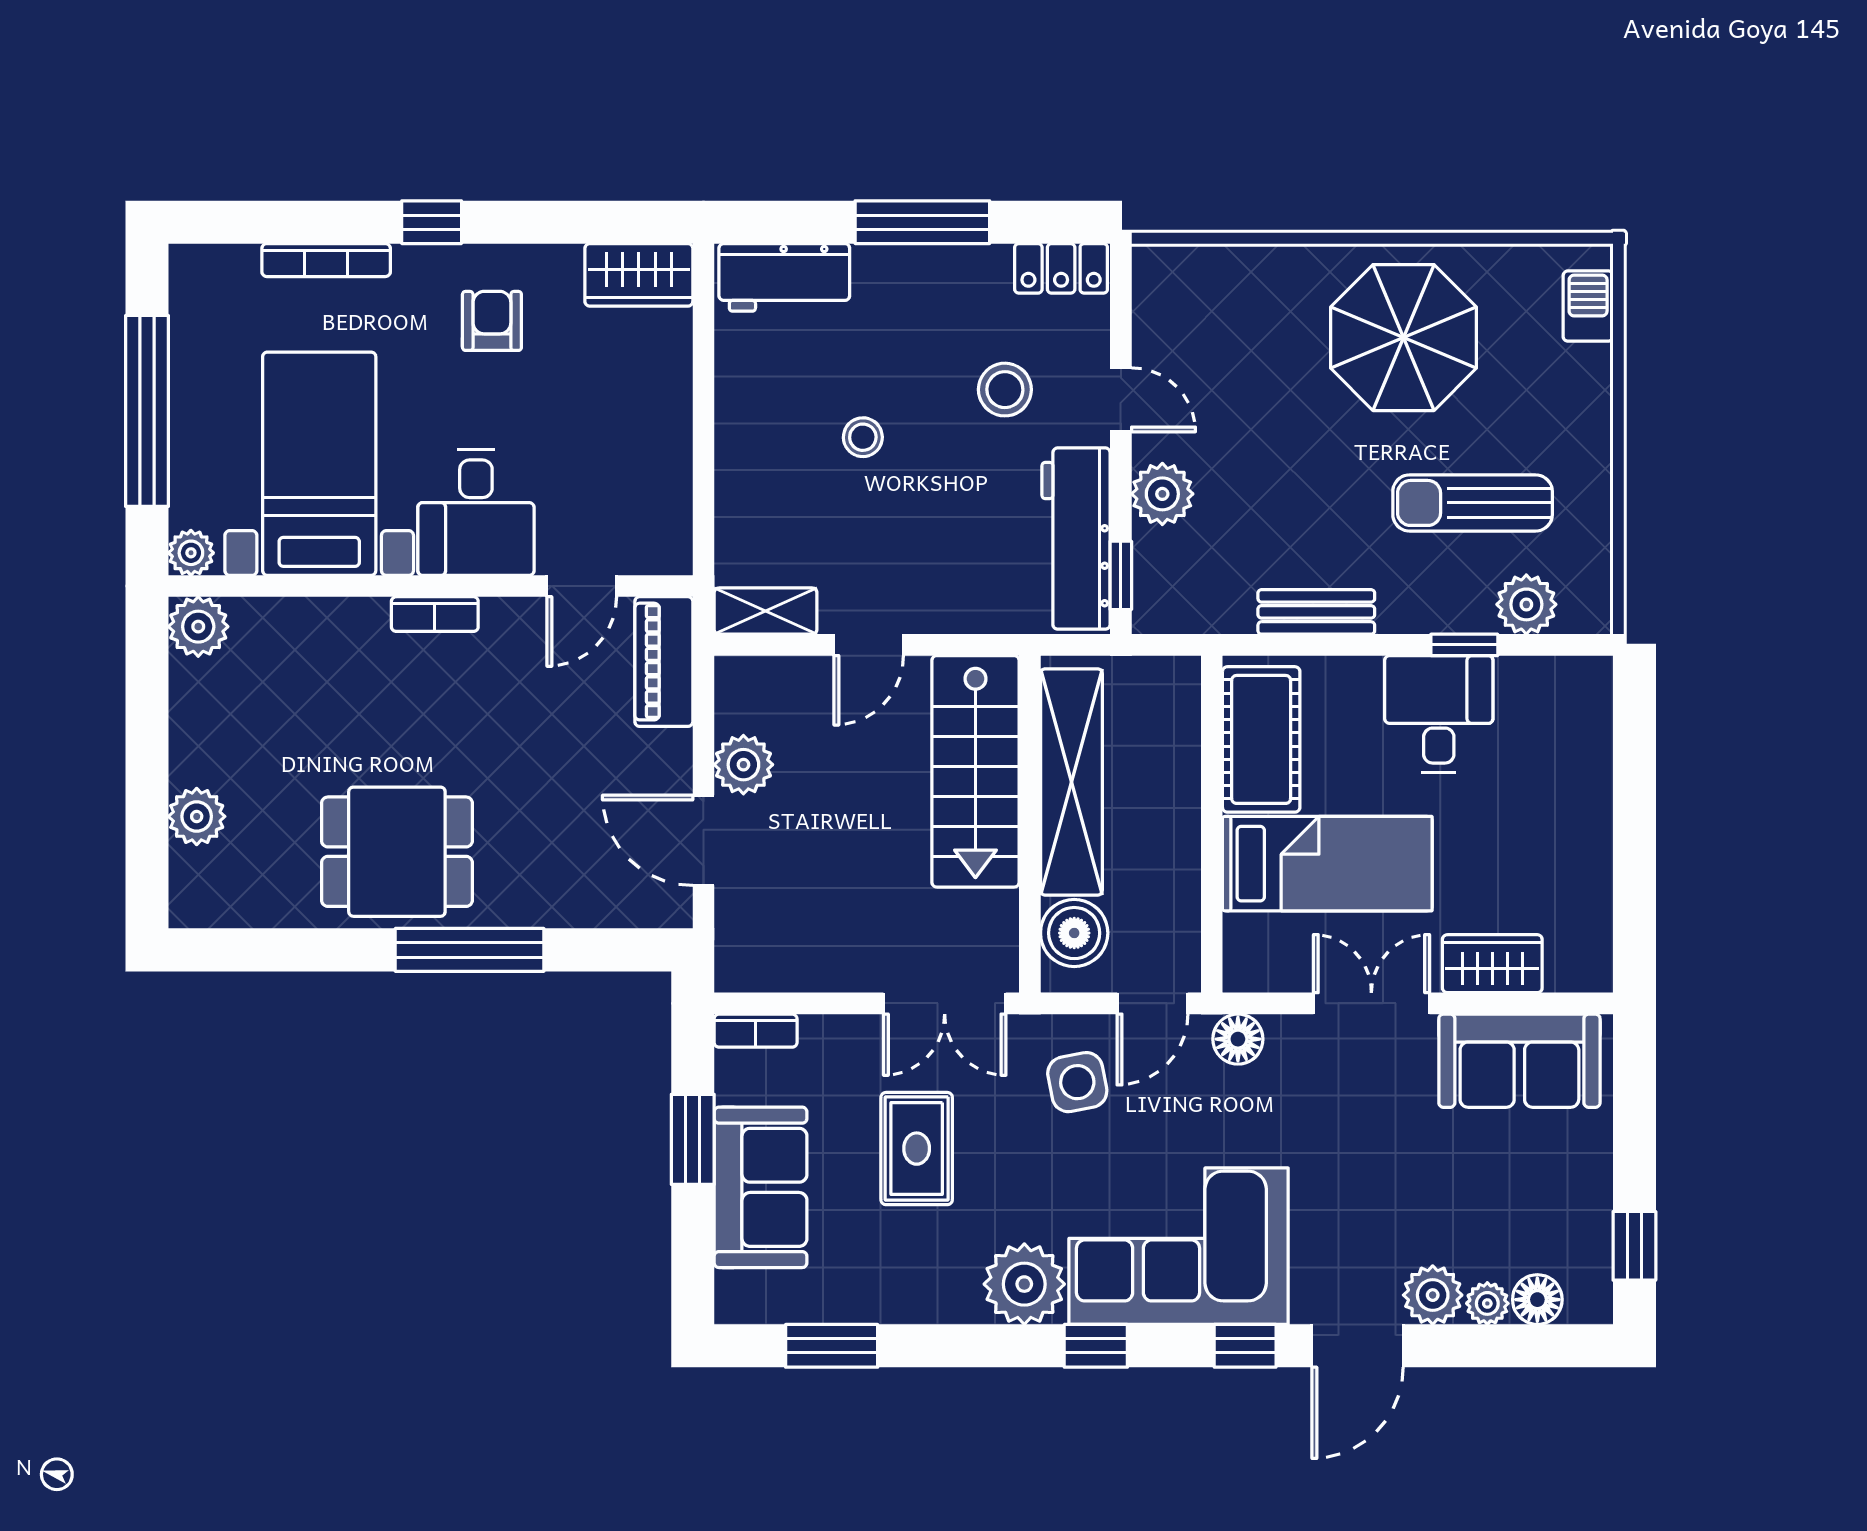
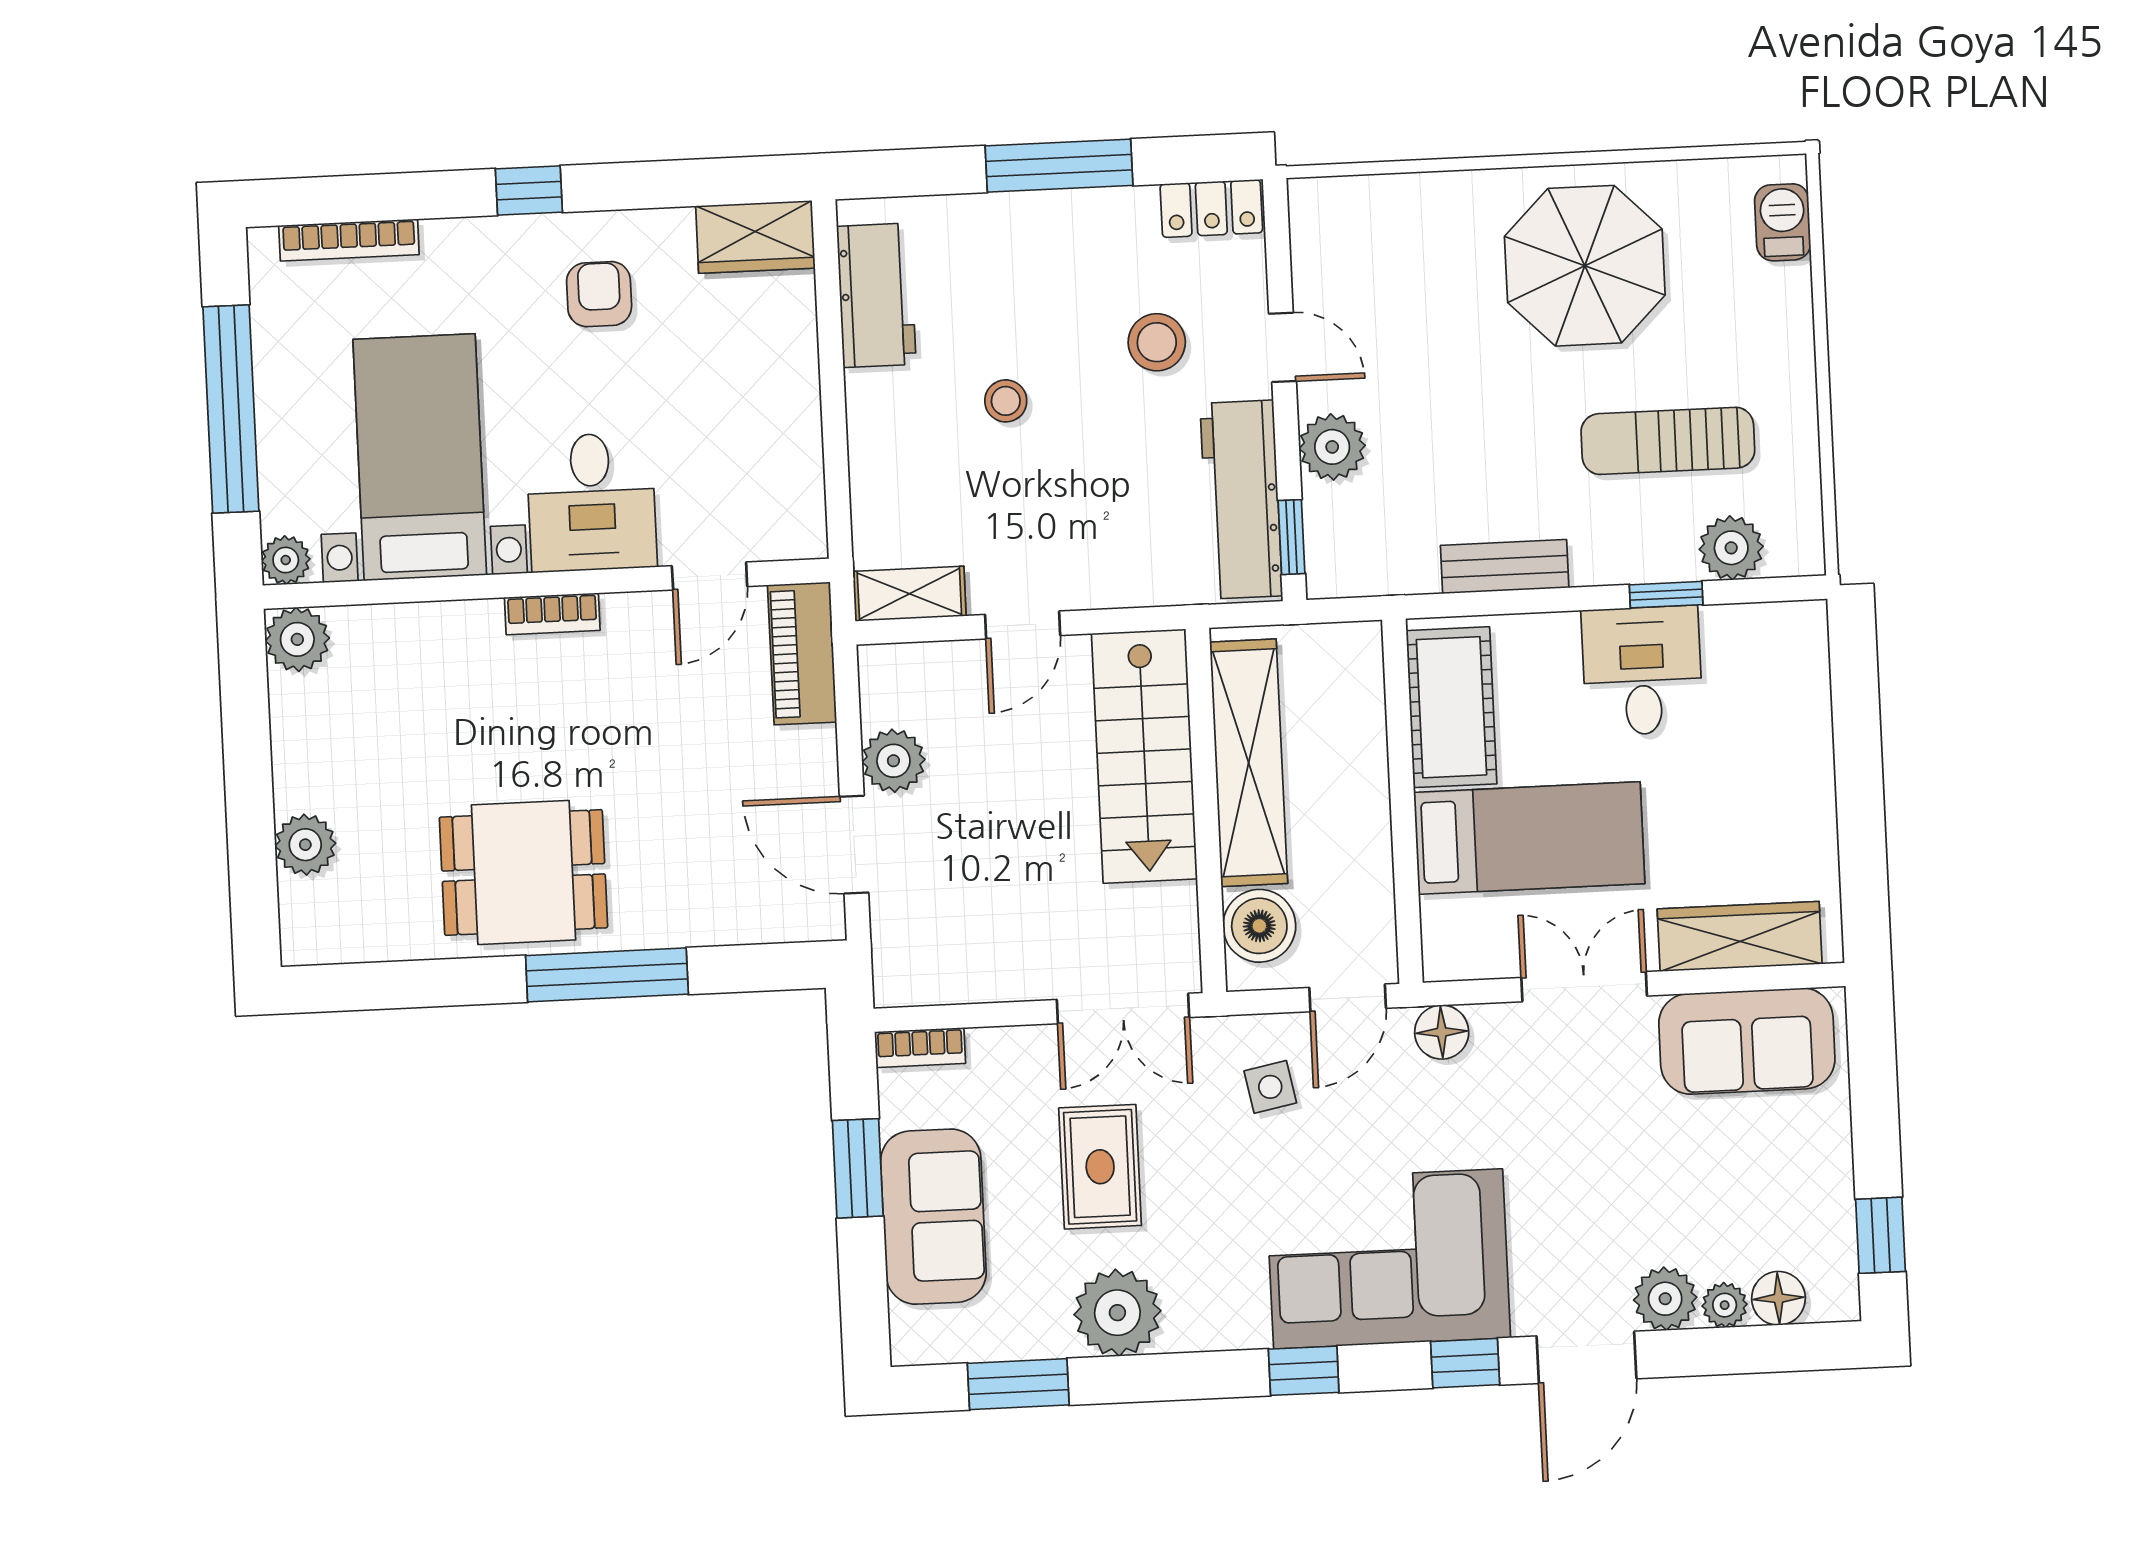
bookcase: (326, 260) -> (349, 240), moved
workbench: (784, 277) -> (876, 295), moved, turned -90
wardrobe: (1492, 964) -> (1740, 936), width x1.50
side table: (1077, 1082) -> (1270, 1087), width x0.73, depth x0.73
plant: (1024, 1284) -> (1117, 1313), moved

